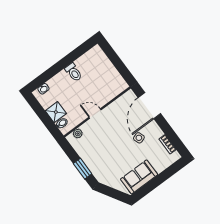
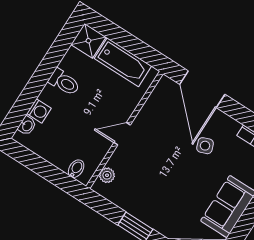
bathtub: (111, 74) -> (123, 62), added
washing machine: (53, 83) -> (39, 111), added
shower: (56, 112) -> (88, 41), moved

